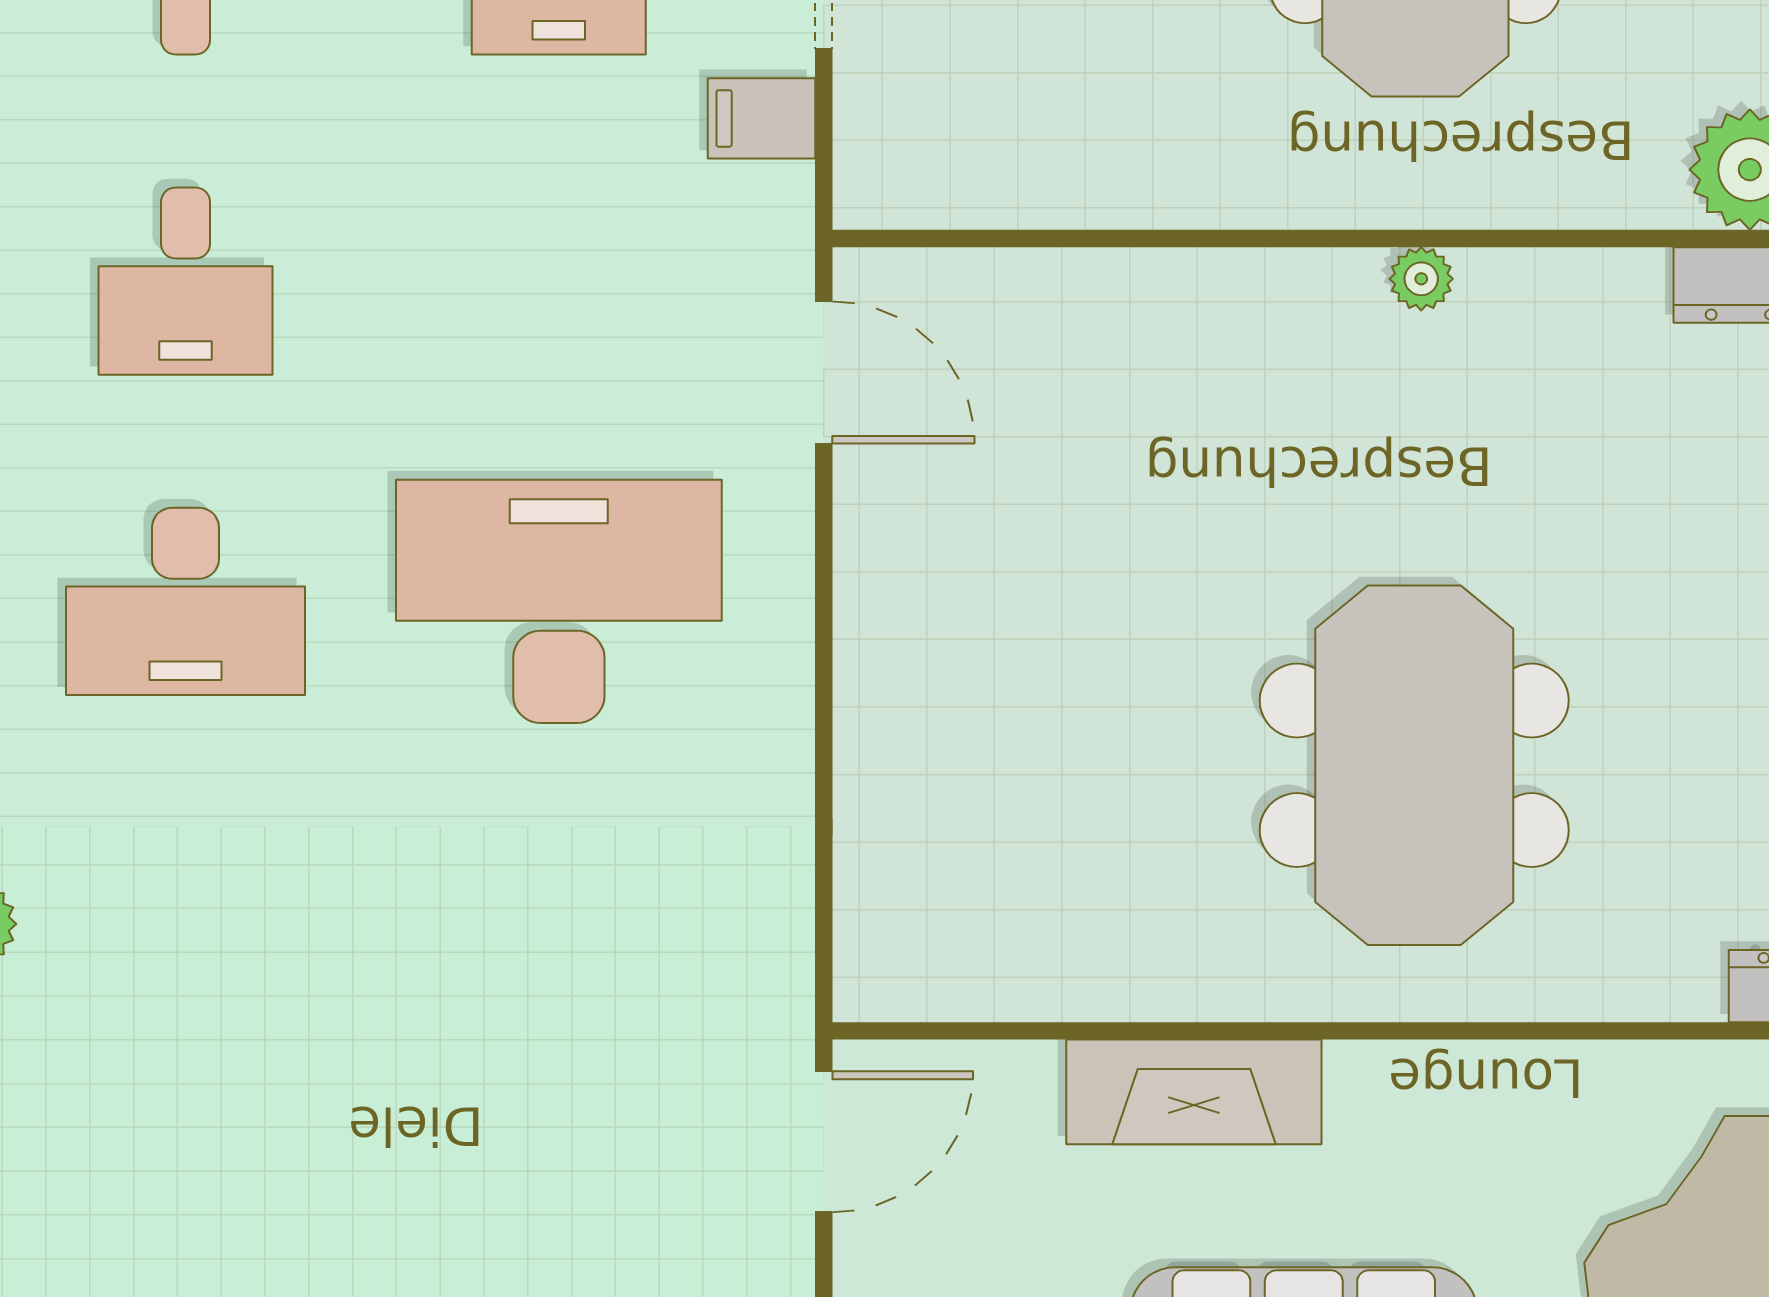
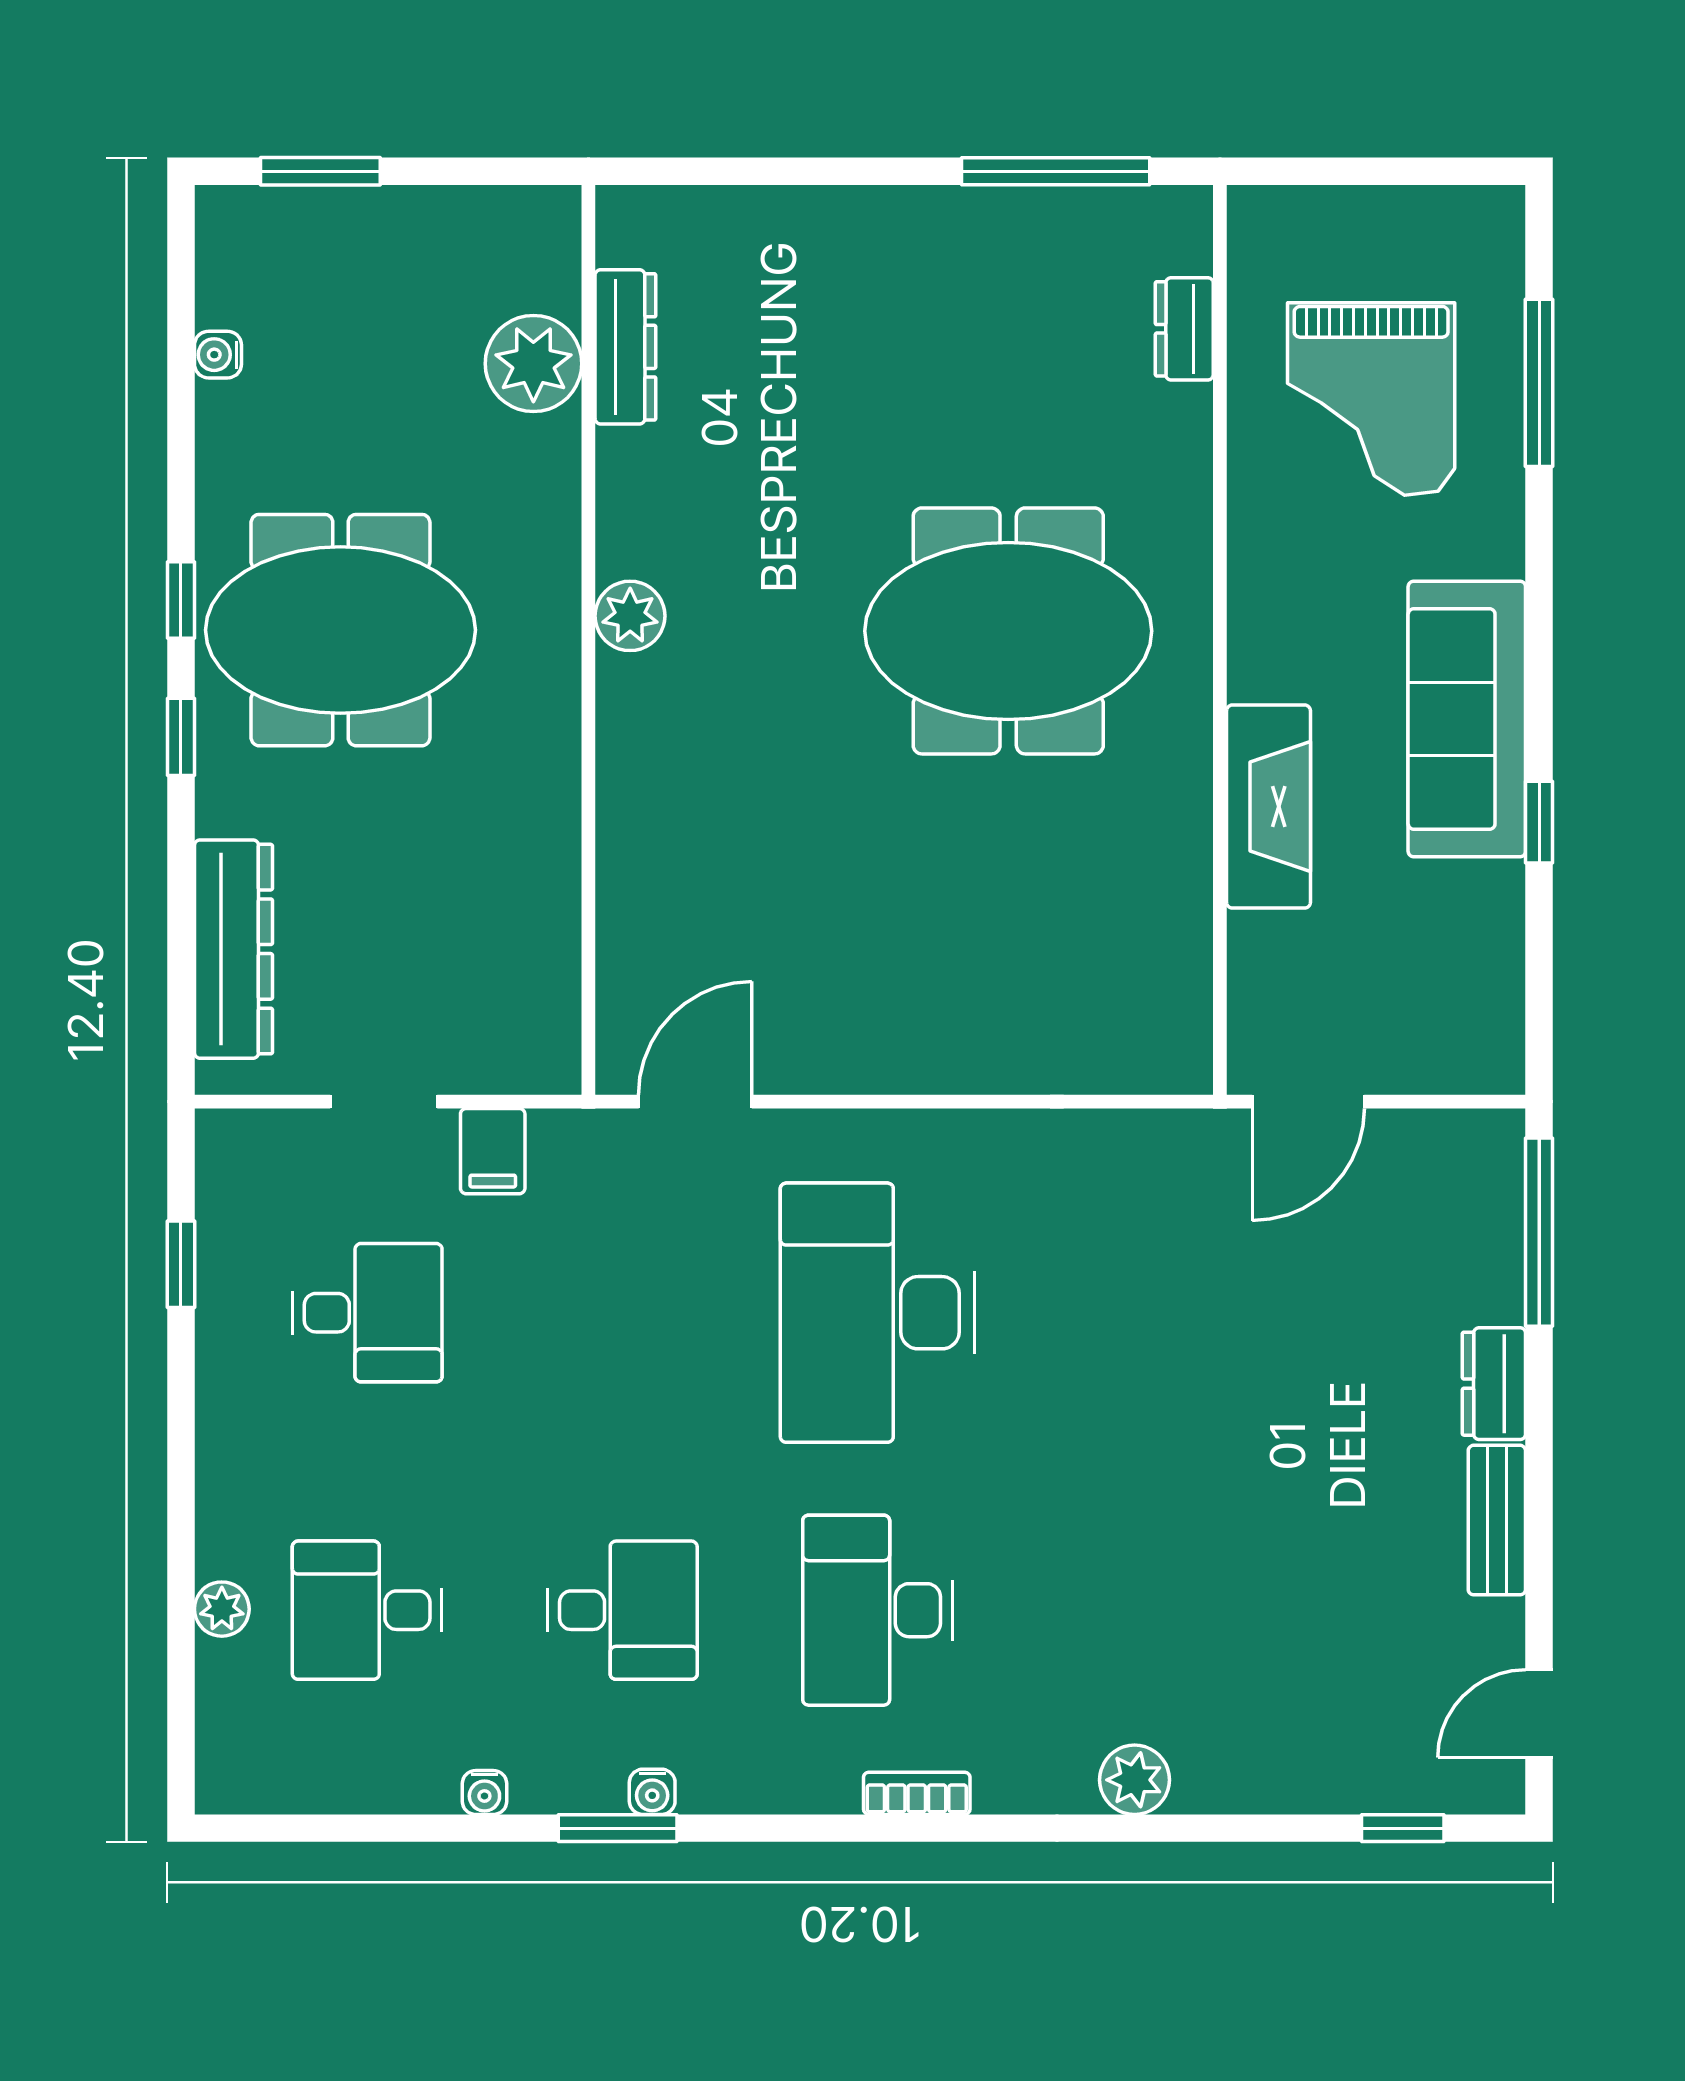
plant: (1421, 279) -> (630, 616), width x1.38, depth x1.38
desk: (186, 601) -> (878, 1610), turned 180
door: (824, 1142) -> (1308, 1102), swing flipped

